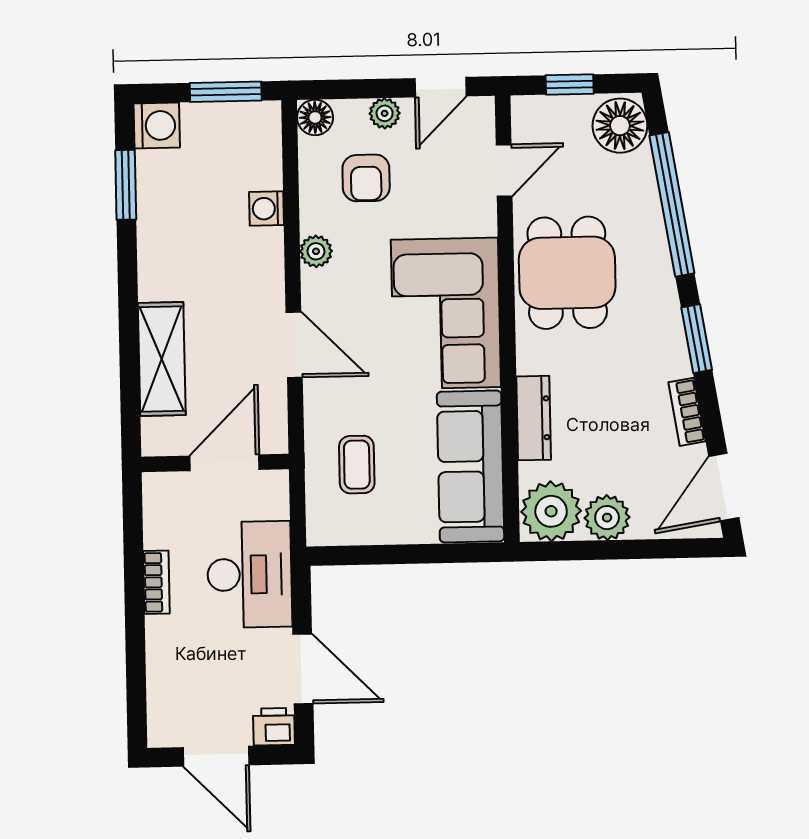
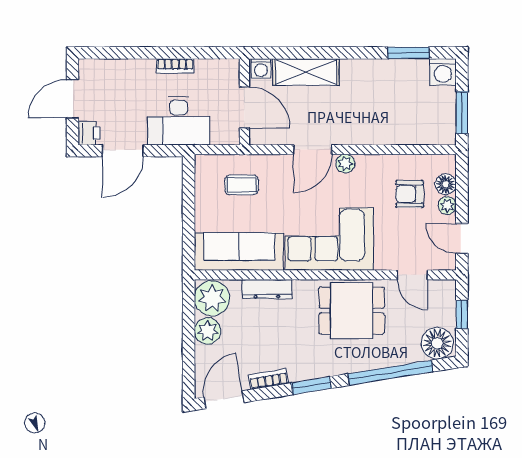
floor lamp: (315, 117) -> (446, 184), moved
washing machine: (267, 209) -> (261, 69), moved, turned 180
plant: (316, 251) -> (345, 164), moved
door: (724, 487) -> (224, 400), hinge flipped

